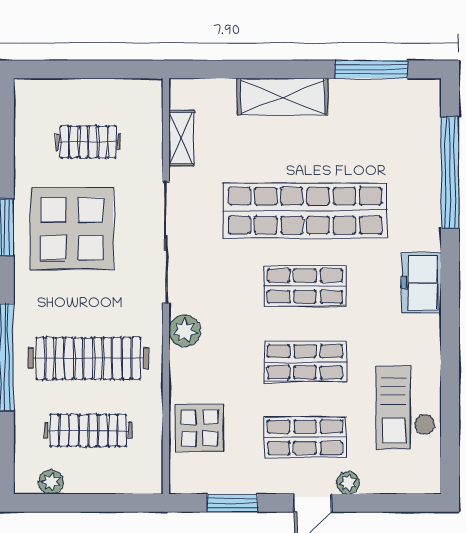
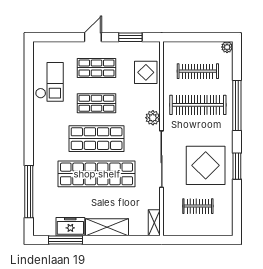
shelving: (181, 138) -> (154, 223), moved
freezer: (422, 283) -> (70, 227), moved, turned -90
shop shelf: (305, 286) -> (97, 139), width x1.43, depth x1.36
plant: (51, 482) -> (227, 47), moved
plant: (348, 483) -> (76, 47), removed

